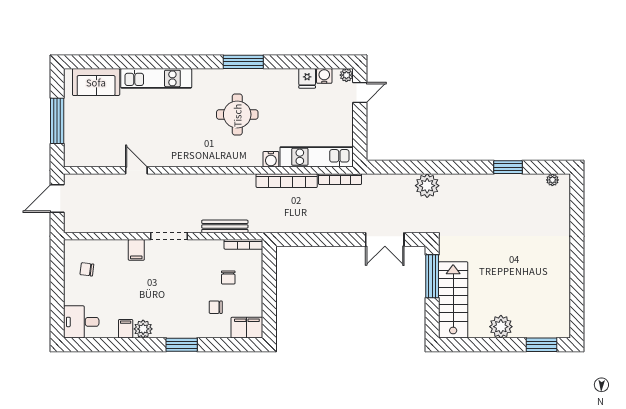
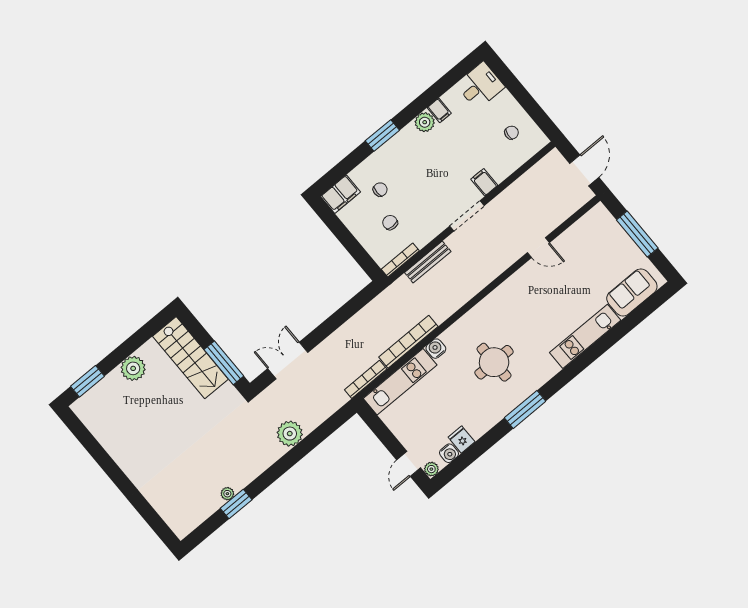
plant: (552, 180) -> (227, 494), moved

